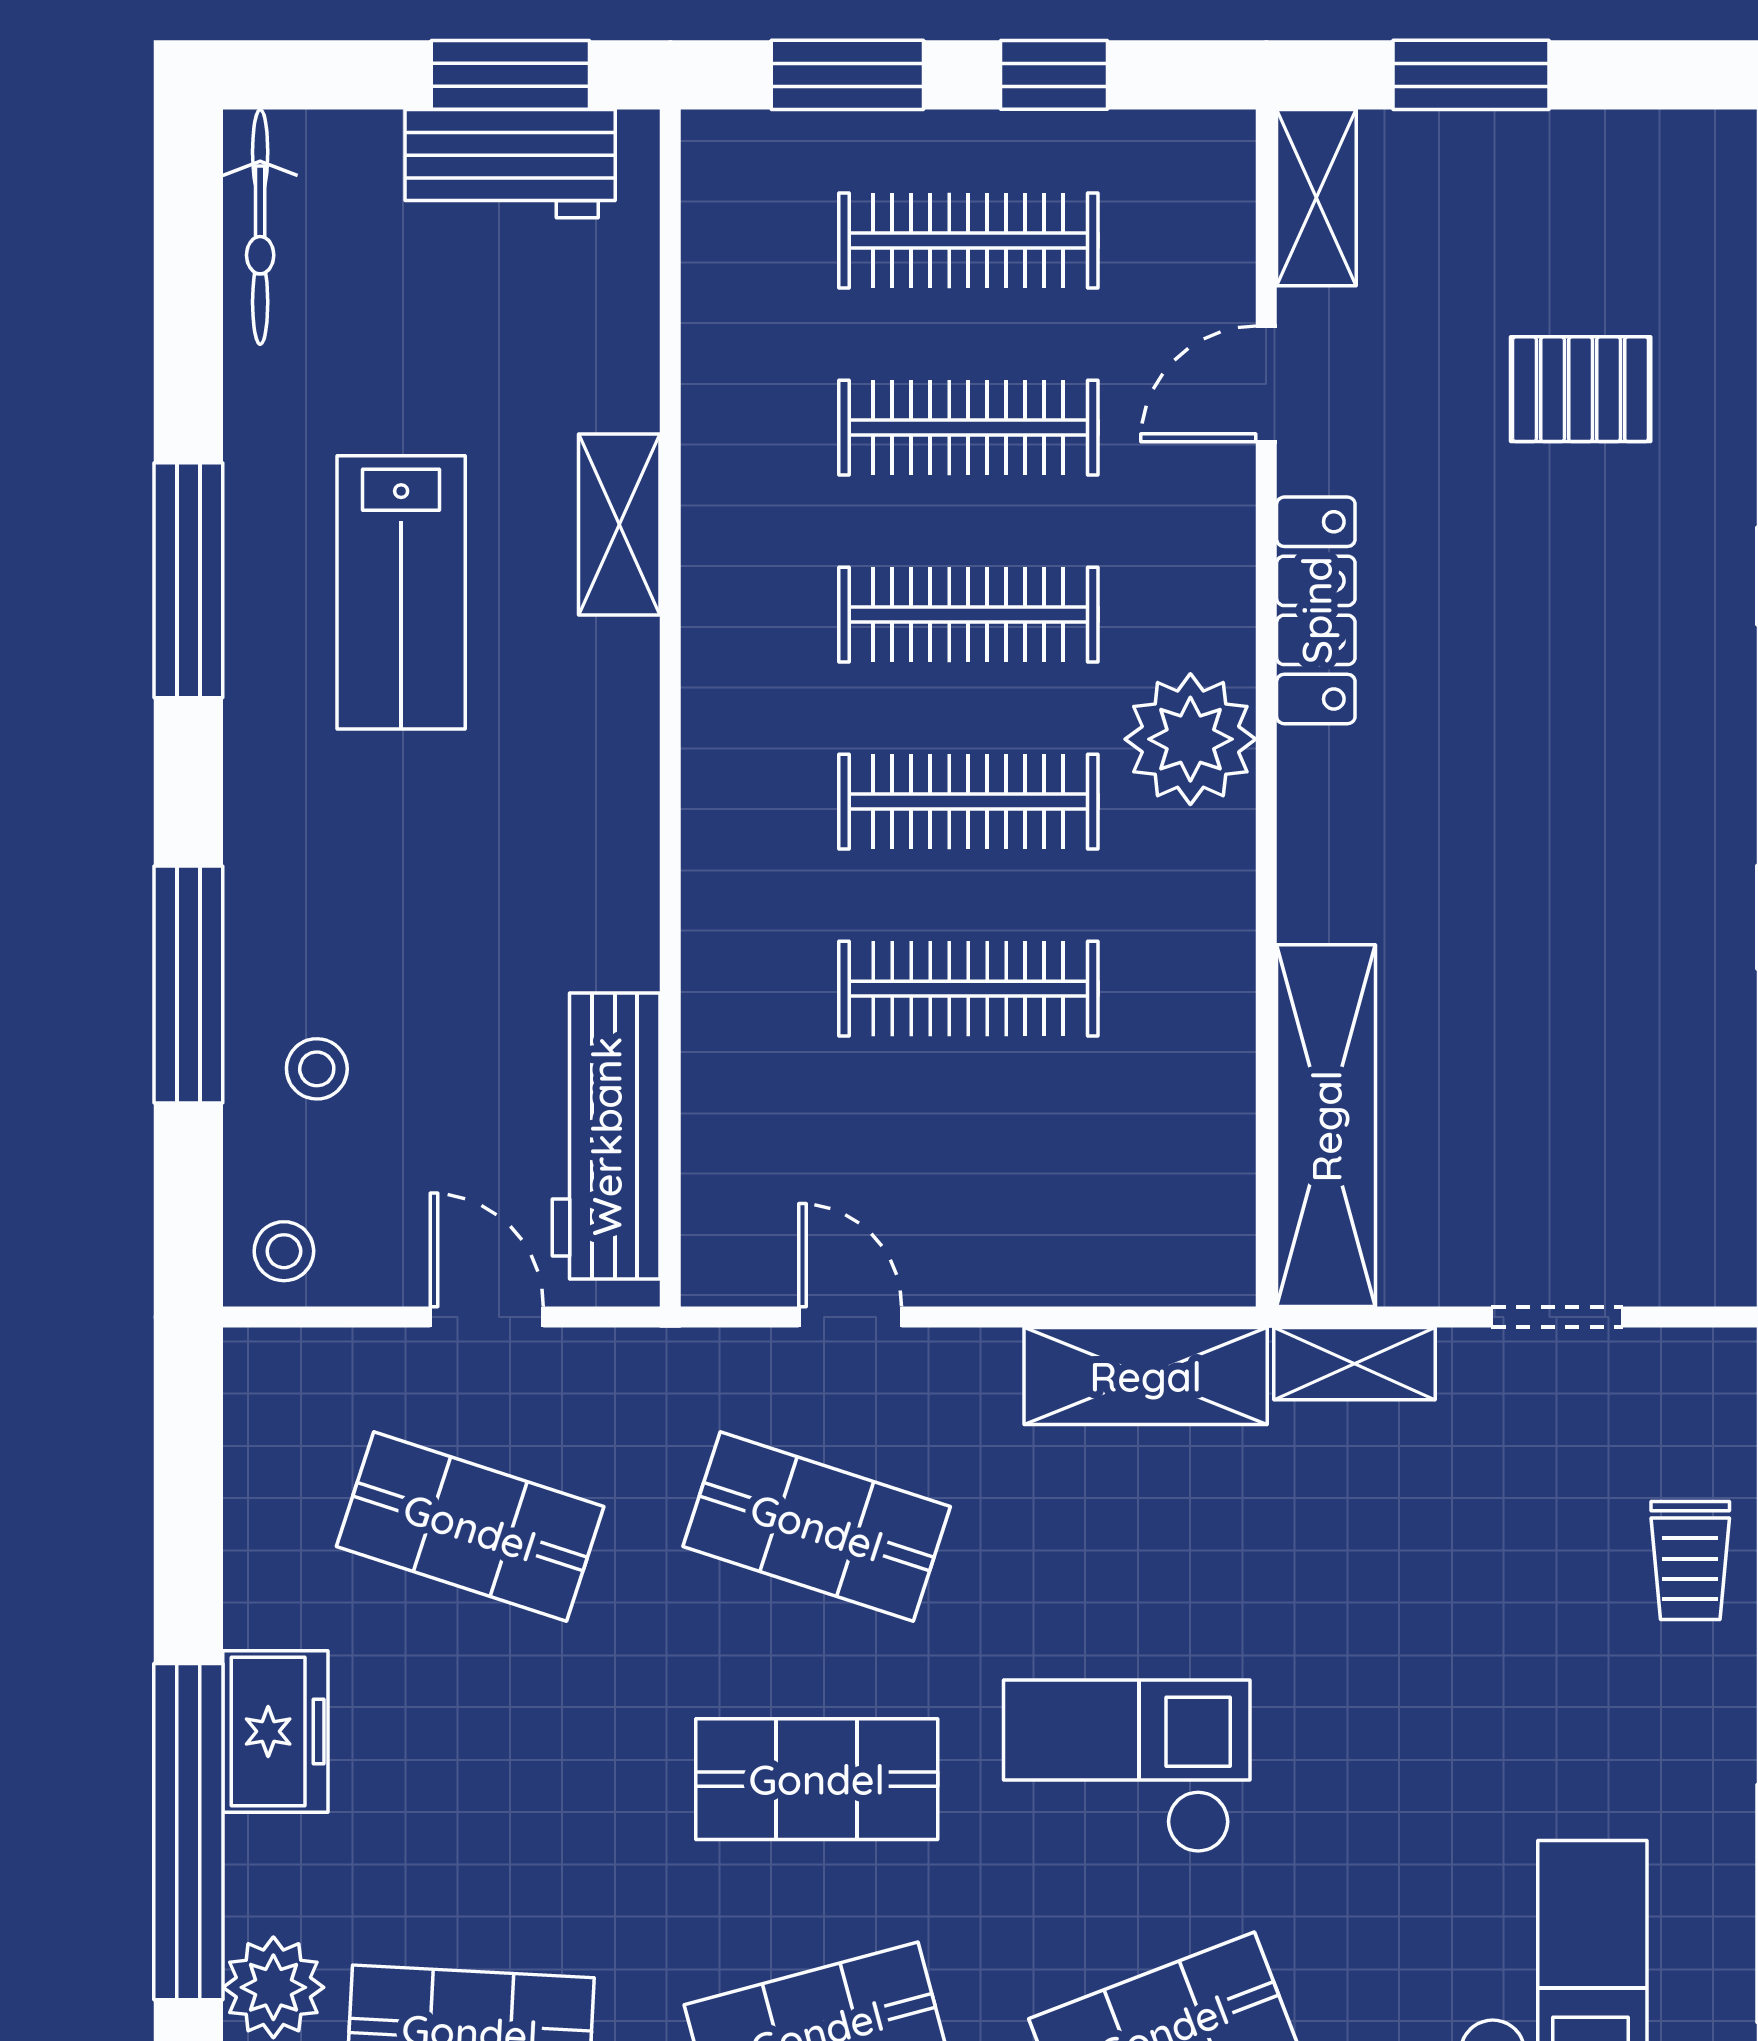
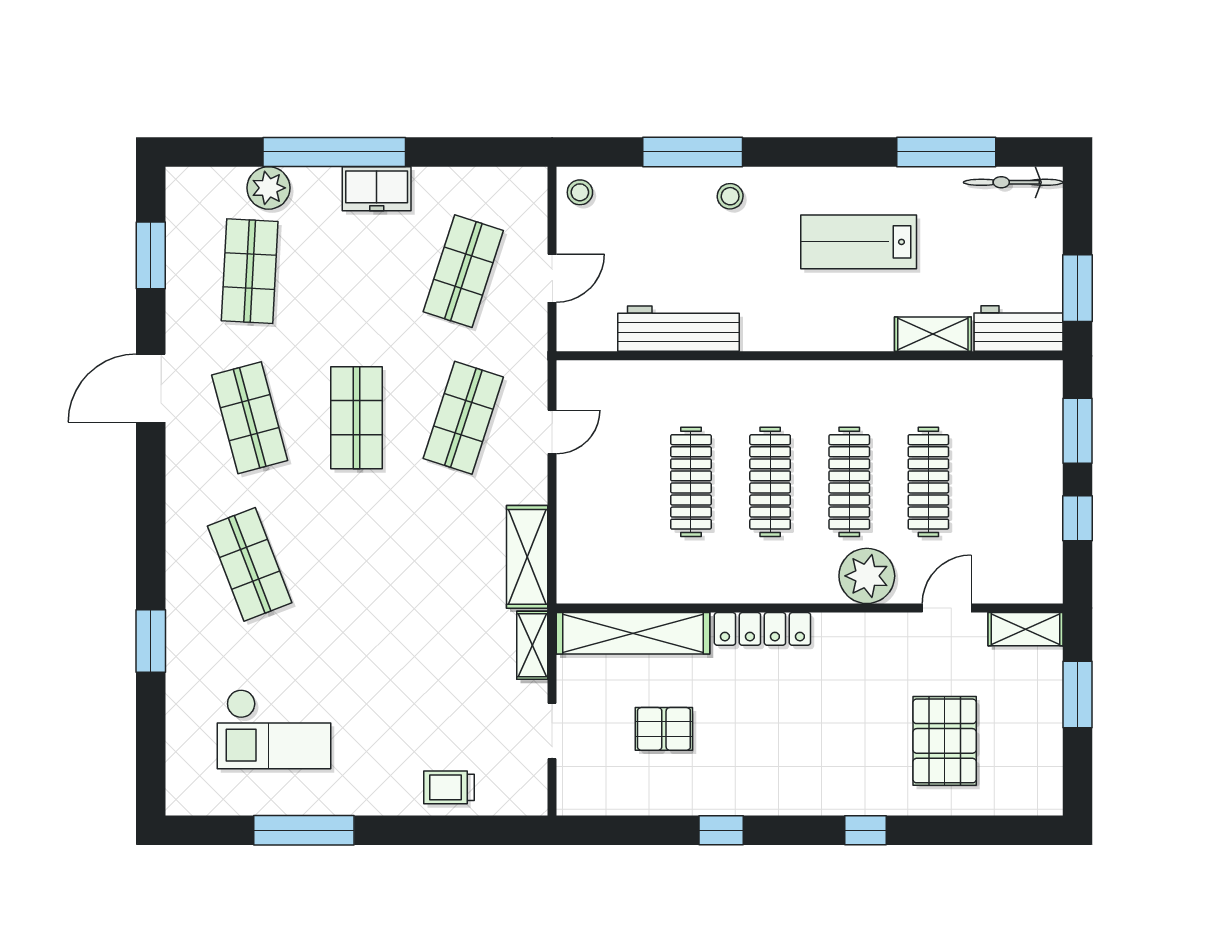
workbench: (510, 164) -> (1019, 329), moved, turned 90
clothes rail: (968, 241) -> (1007, 482), removed
door: (1266, 384) -> (947, 608), hinge flipped
pallet: (1581, 389) -> (945, 741), width x1.50, depth x1.42
shelving: (619, 524) -> (933, 334), moved
window: (188, 580) -> (946, 152), moved
locker: (1316, 610) -> (762, 629), moved
plant: (1190, 739) -> (867, 576), moved
pallet: (1552, 1053) -> (664, 729), added
stool: (317, 1069) -> (730, 196), moved
workbench: (606, 1136) -> (679, 329), moved
checkout: (1127, 1766) -> (362, 549), removed

